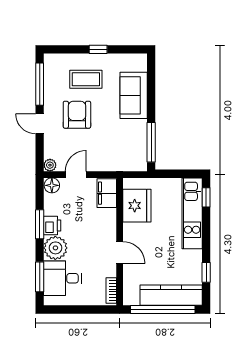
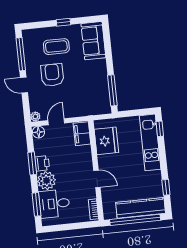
sofa: (134, 95) -> (93, 41), moved

